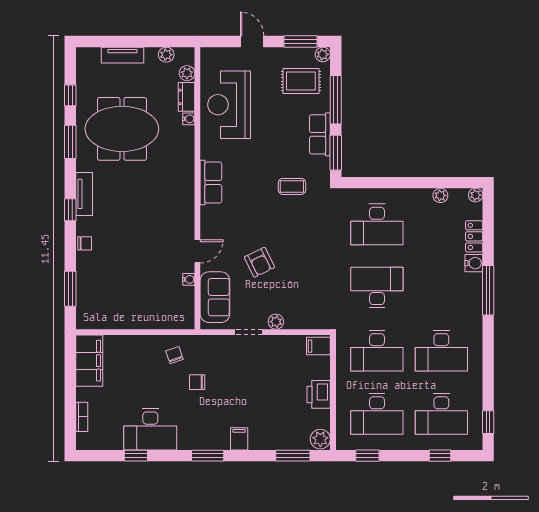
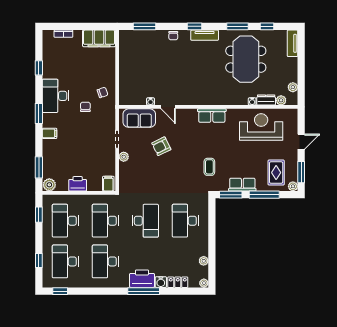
tv unit: (123, 55) -> (293, 43), moved
printer: (469, 293) -> (142, 279), added
desk: (150, 429) -> (56, 96), moved

